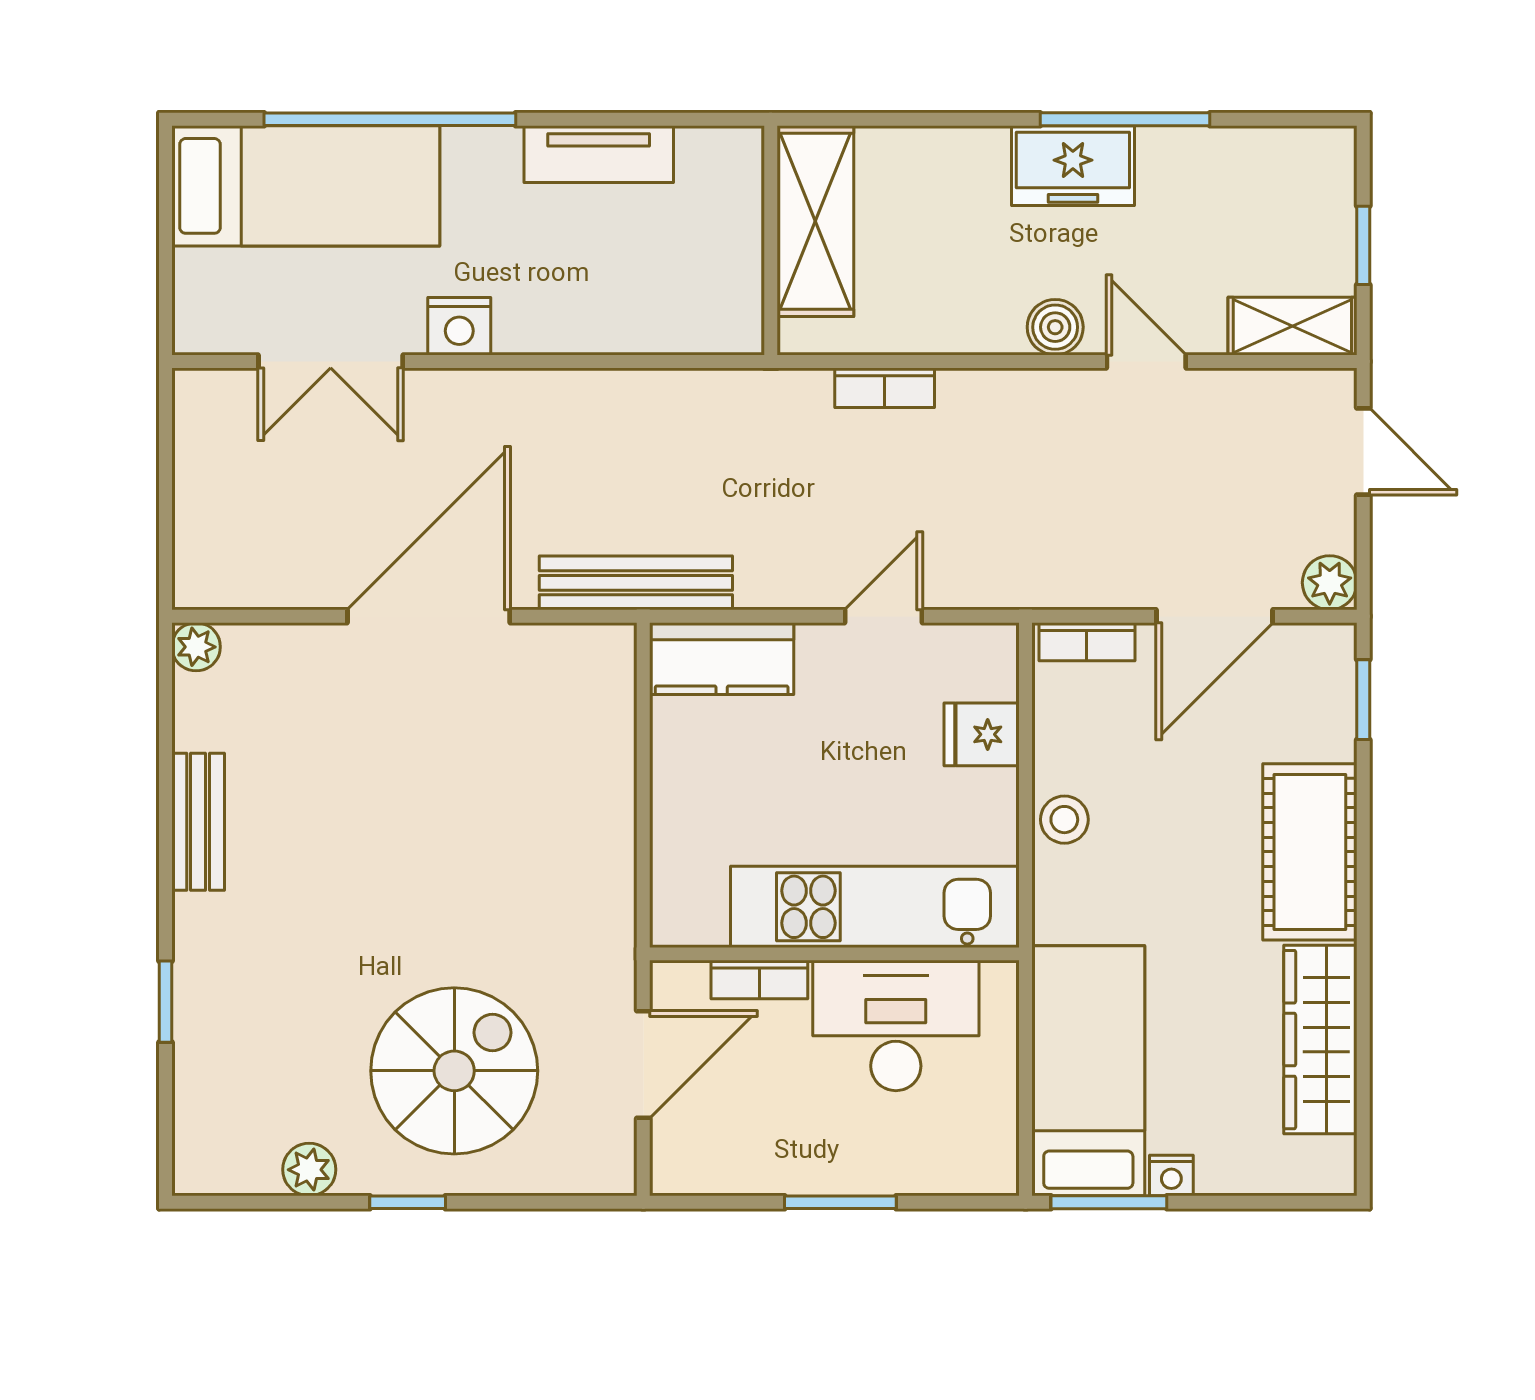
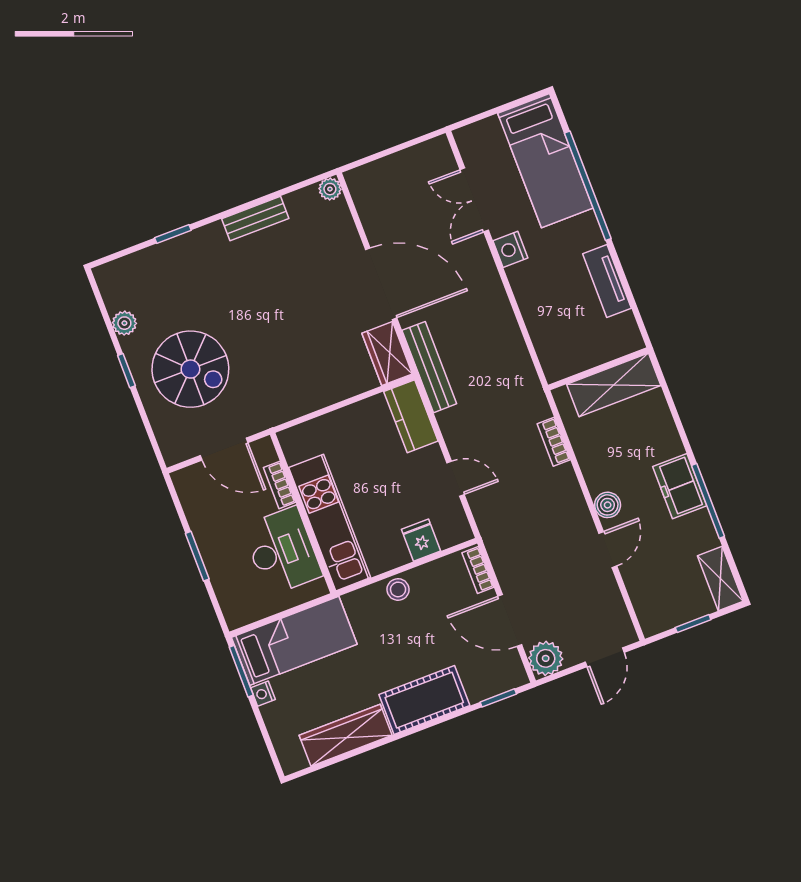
shelving: (1292, 326) -> (720, 578), moved
plant: (1330, 583) -> (546, 658), width x1.38, depth x1.38
wardrobe: (576, 658) -> (387, 354), added

